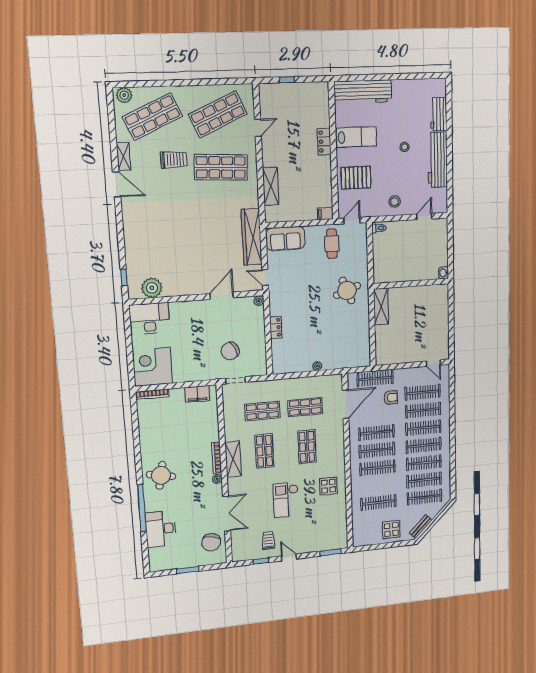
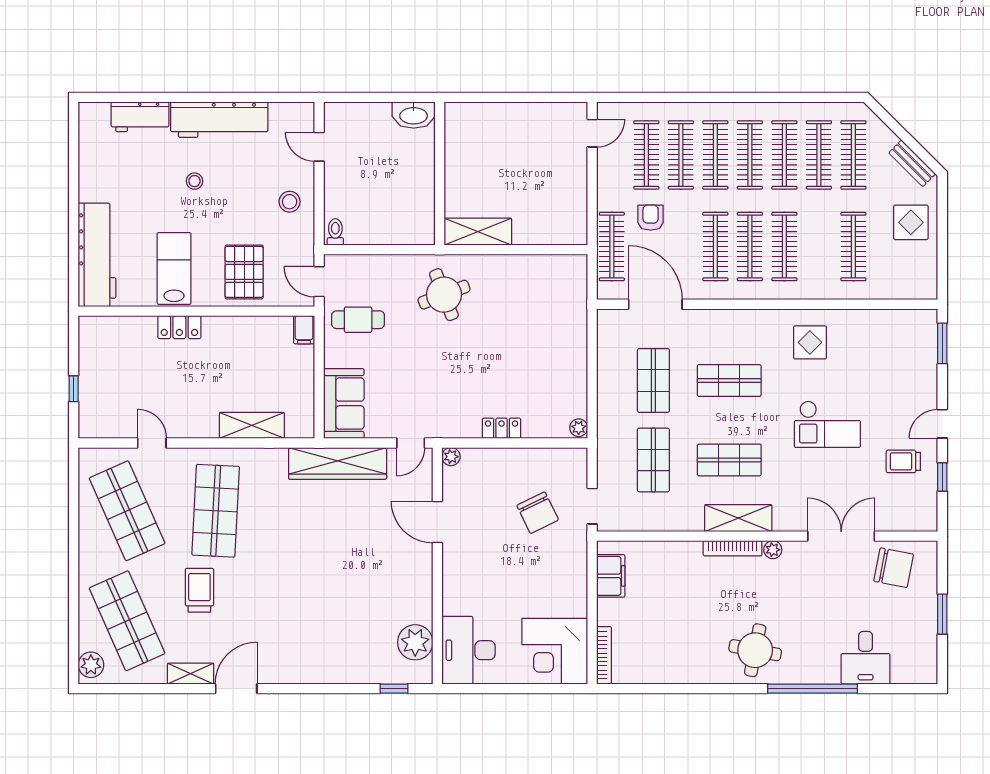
washbasin: (444, 273) -> (414, 115), width x1.91, depth x1.45
plant: (317, 366) -> (579, 428), moved
desk: (161, 529) -> (866, 658), width x0.73

